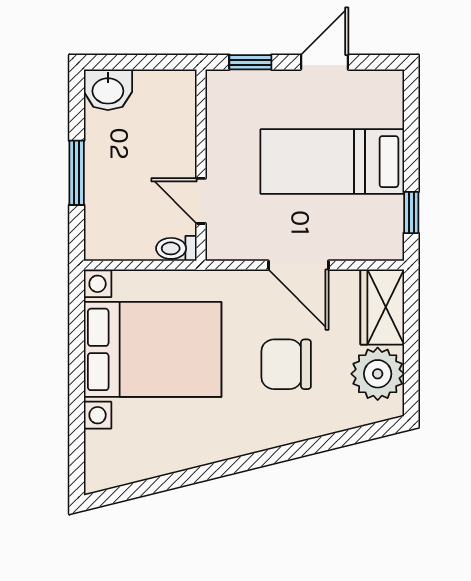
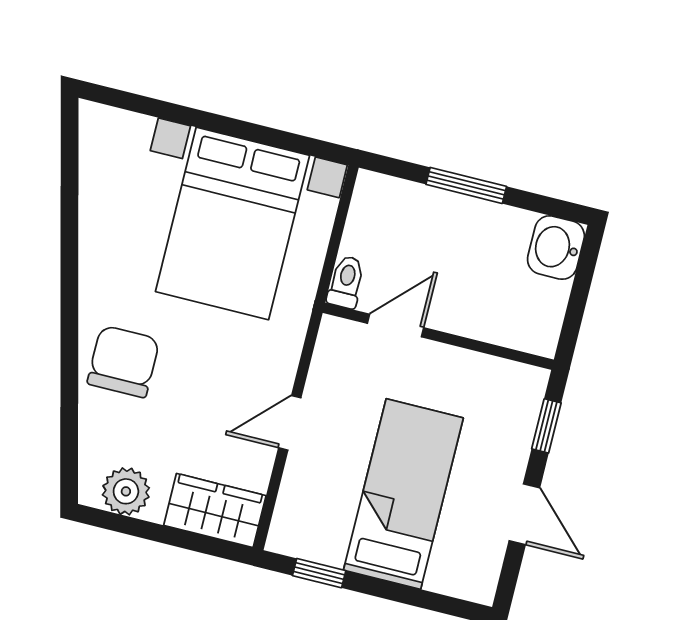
door: (298, 265) -> (290, 423), width x0.73
chair: (286, 364) -> (123, 361), moved
plant: (378, 374) -> (126, 491), width x0.73, depth x0.73

